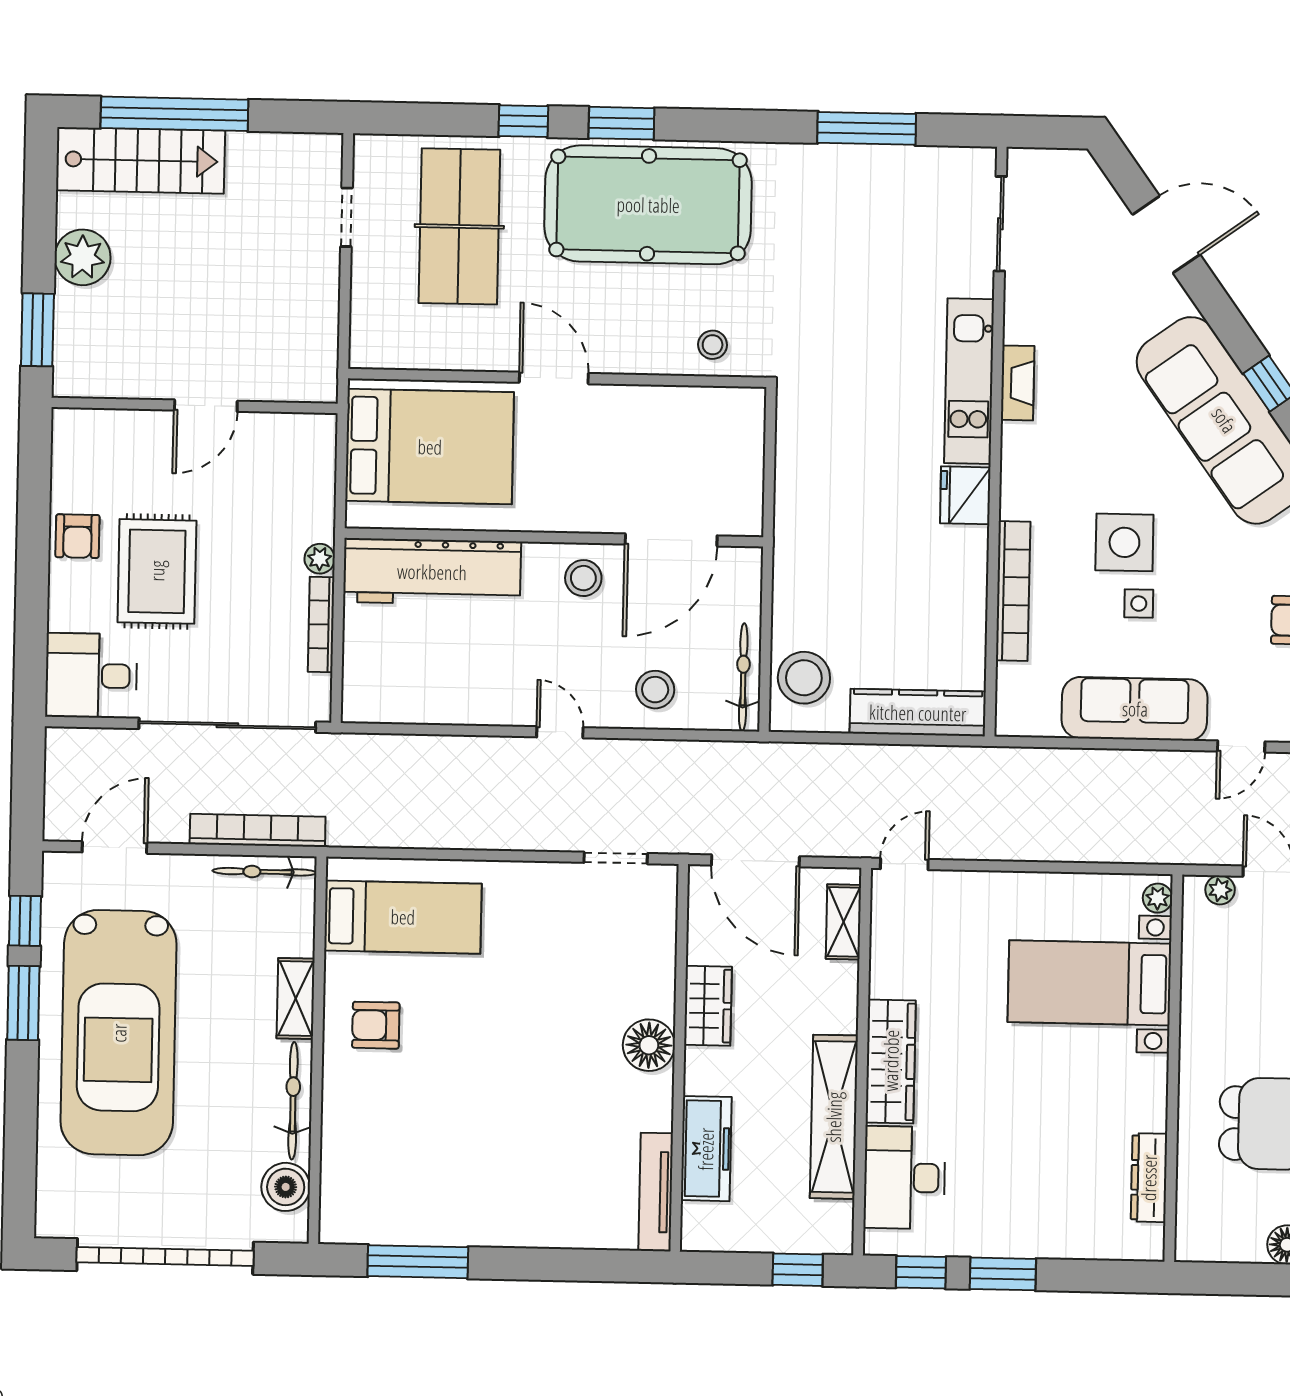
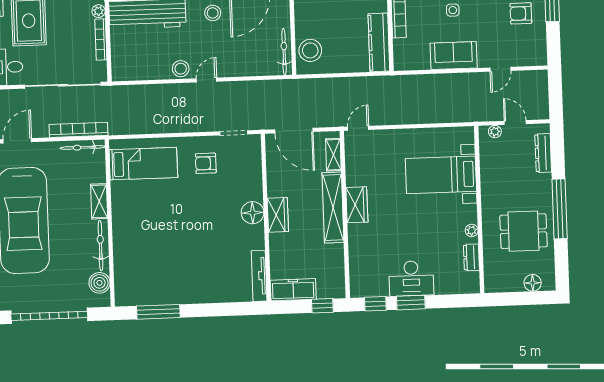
stool: (655, 690) -> (181, 69), moved
sofa: (1135, 709) -> (454, 56), width x0.73
kitchen counter: (918, 713) -> (379, 42), moved, turned -90
door: (560, 732) -> (206, 80), hinge flipped
plant: (1158, 898) -> (472, 230), moved
wardrobe: (708, 1006) -> (278, 215), moved
armchair: (376, 1025) -> (206, 163), moved
wardrobe: (891, 1061) -> (357, 205), width x0.67
shelving: (834, 1117) -> (333, 208), moved
freezer: (706, 1149) -> (293, 290), moved, turned -90
desk: (904, 1178) -> (411, 278), moved, turned -90
dresser: (1149, 1178) -> (471, 257), width x0.70

